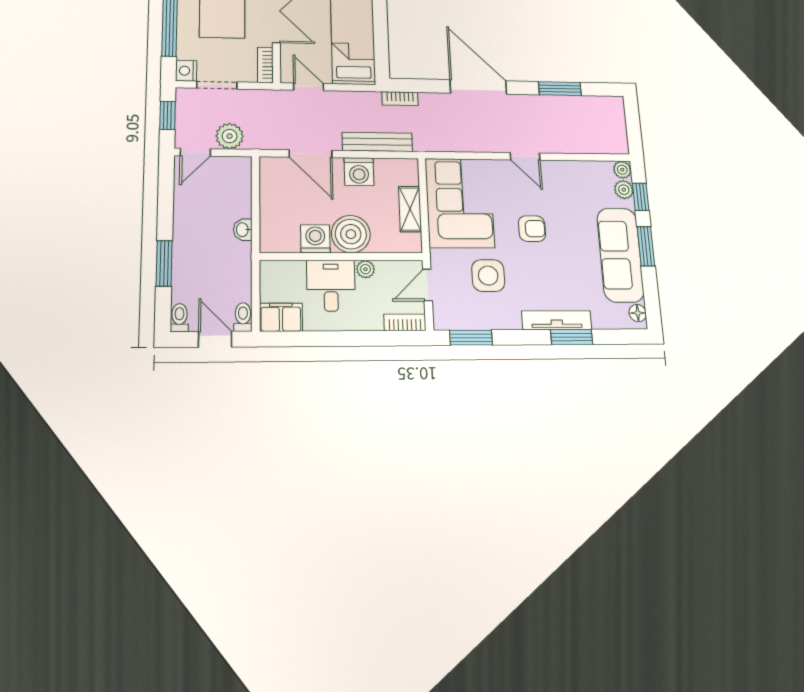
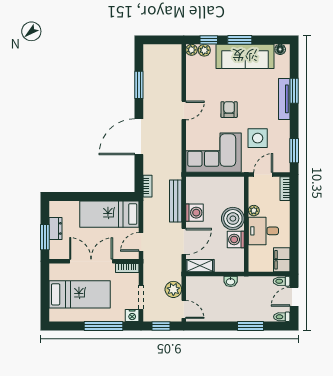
shelving: (410, 209) -> (200, 266), moved
door: (428, 285) -> (263, 174), swing flipped

